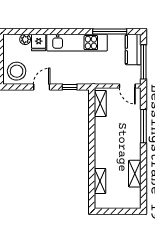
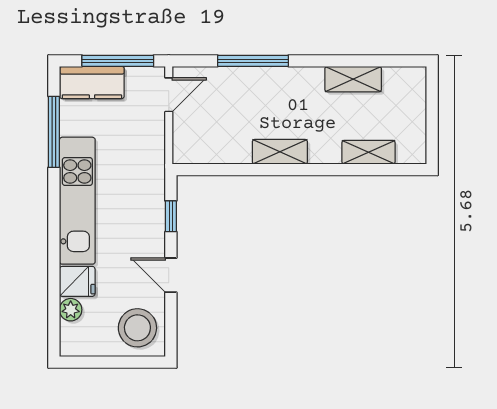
shelving: (100, 104) -> (280, 152), moved

